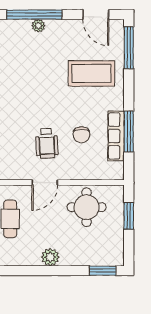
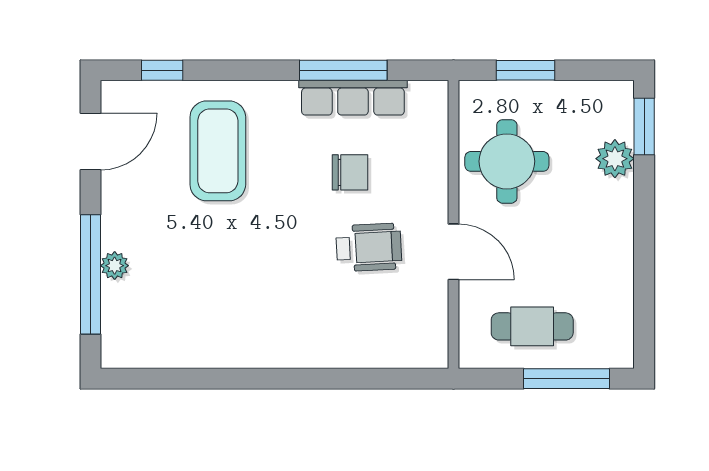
window: (129, 48) -> (162, 70), width x0.46
plant: (50, 257) -> (615, 159), moved

